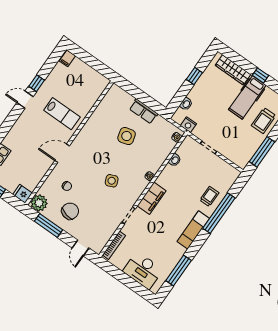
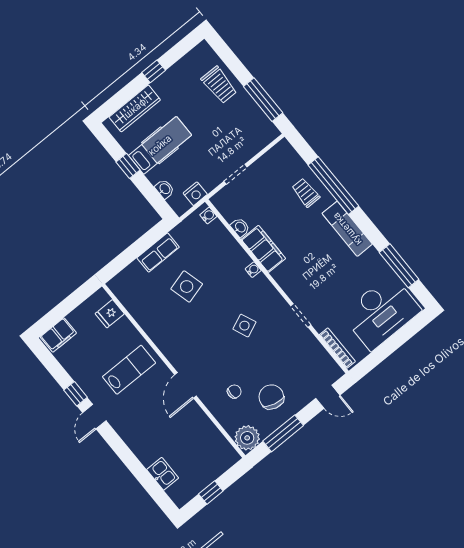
filing cabinet: (67, 58) -> (58, 335), width x2.00
hospital bed: (247, 97) -> (160, 145), moved, turned -90
fridge: (23, 194) -> (110, 314), moved
filing cabinet: (152, 198) -> (263, 249), moved
desk: (143, 270) -> (381, 312), width x1.36, depth x1.30

